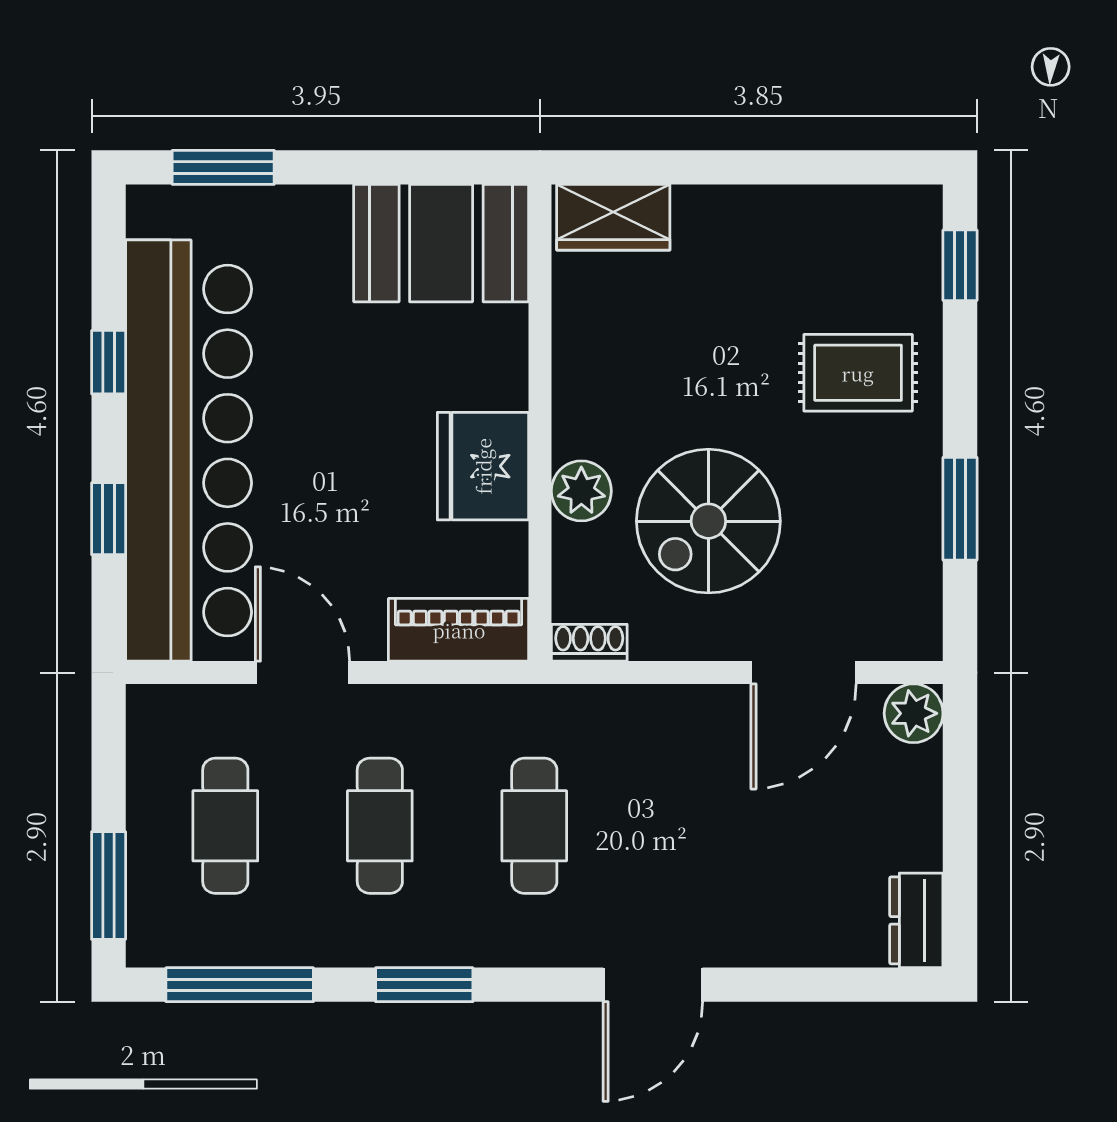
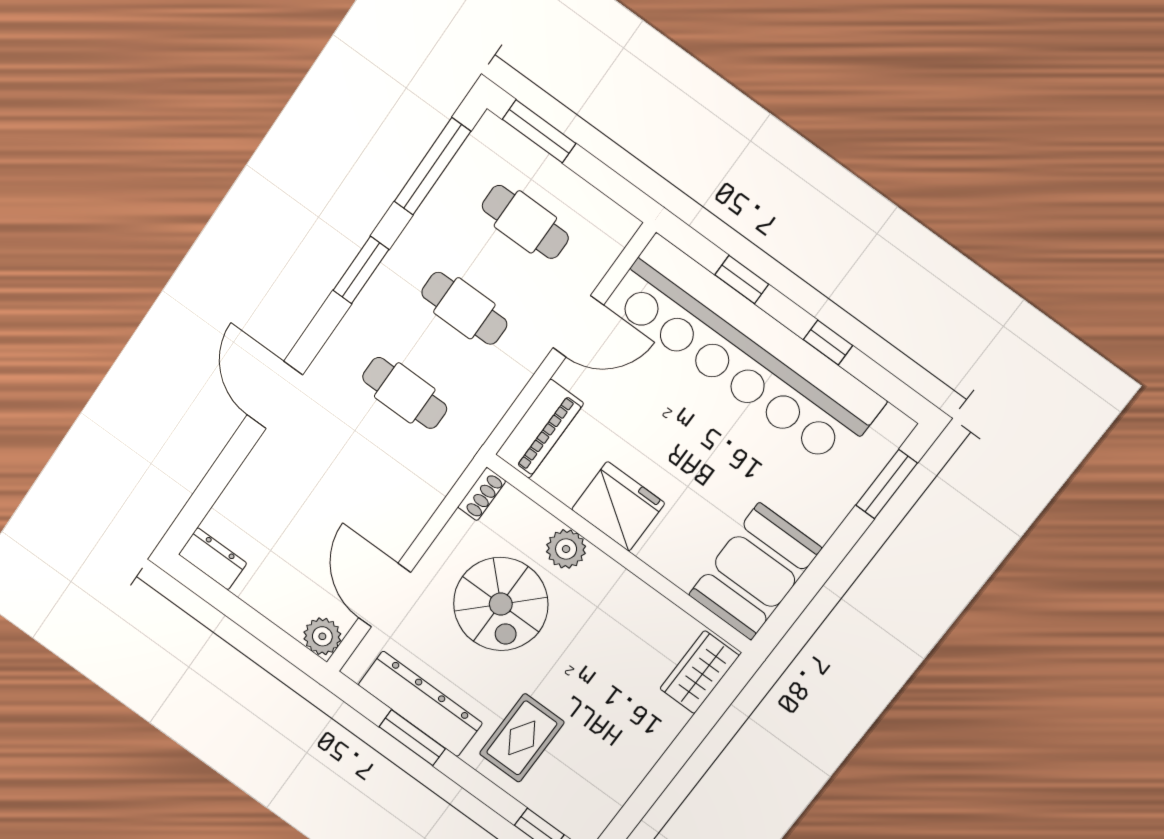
spiral stairs: (708, 521) -> (501, 604), turned 180
dresser: (909, 530) -> (420, 704), added

